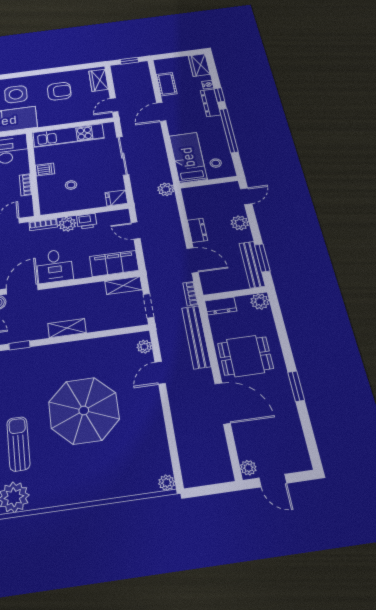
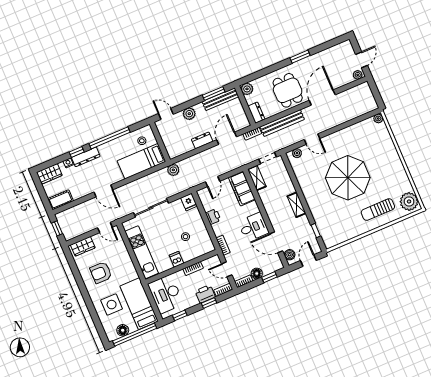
cot: (167, 84) -> (61, 200), moved
armchair: (59, 91) -> (101, 273), turned -90
plant: (67, 224) -> (219, 229), removed

